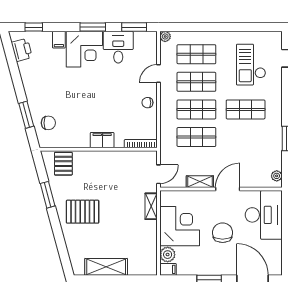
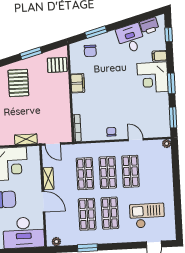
desk: (118, 47) -> (131, 38), moved, turned -105
shop shelf: (196, 54) -> (87, 214), moved
filing cabinet: (102, 140) -> (78, 83), moved

